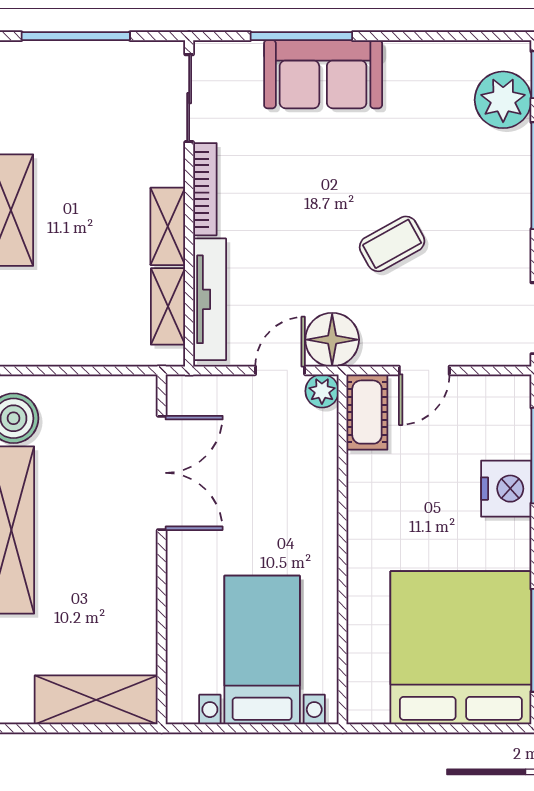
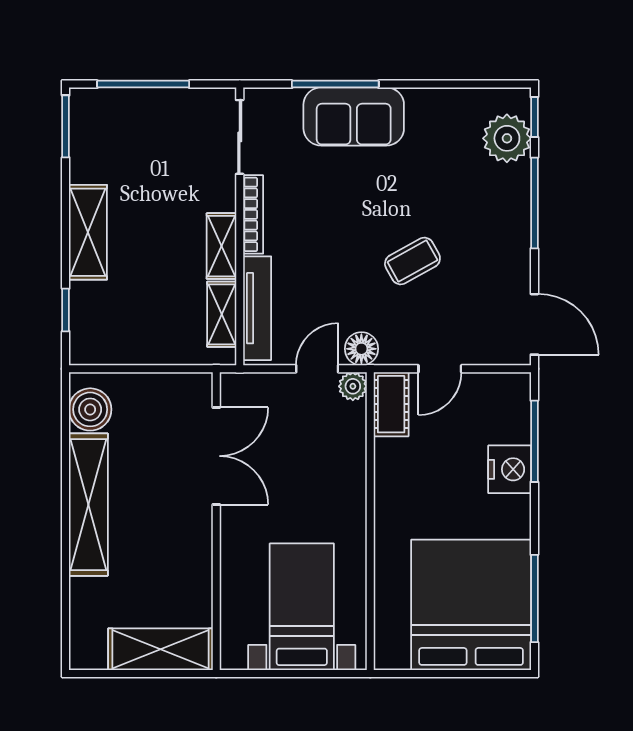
floor lamp: (332, 340) -> (361, 349), width x0.73, depth x0.73

